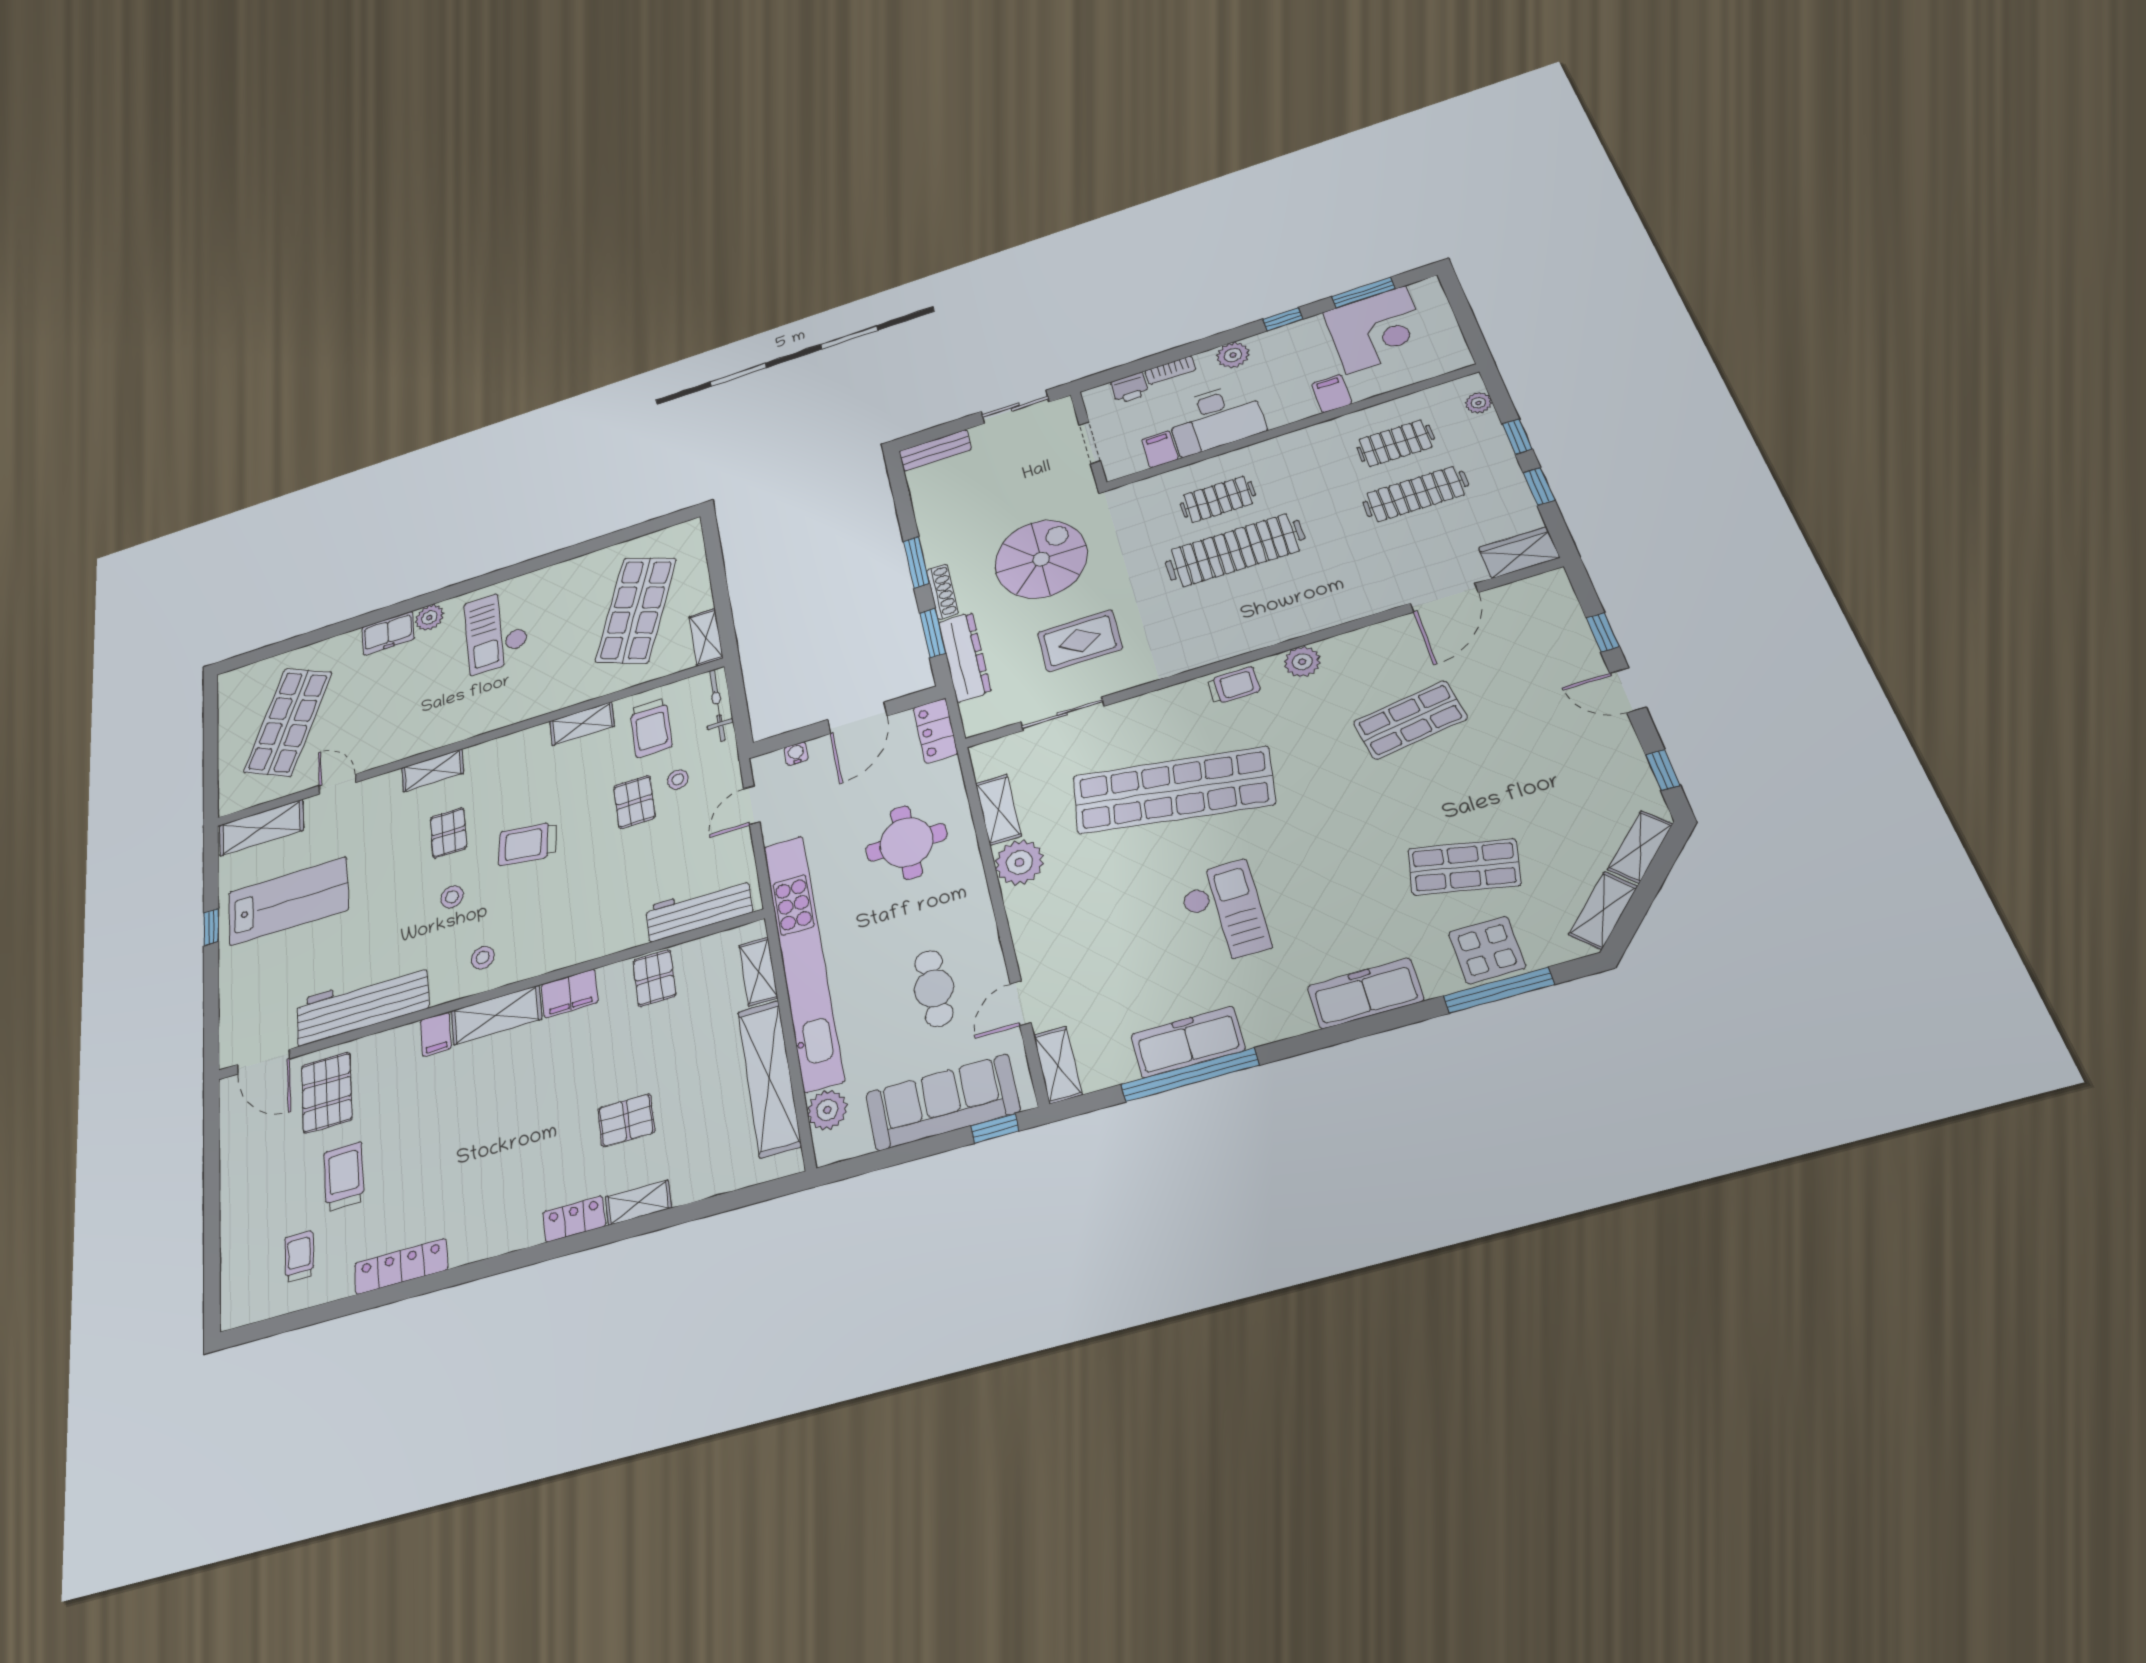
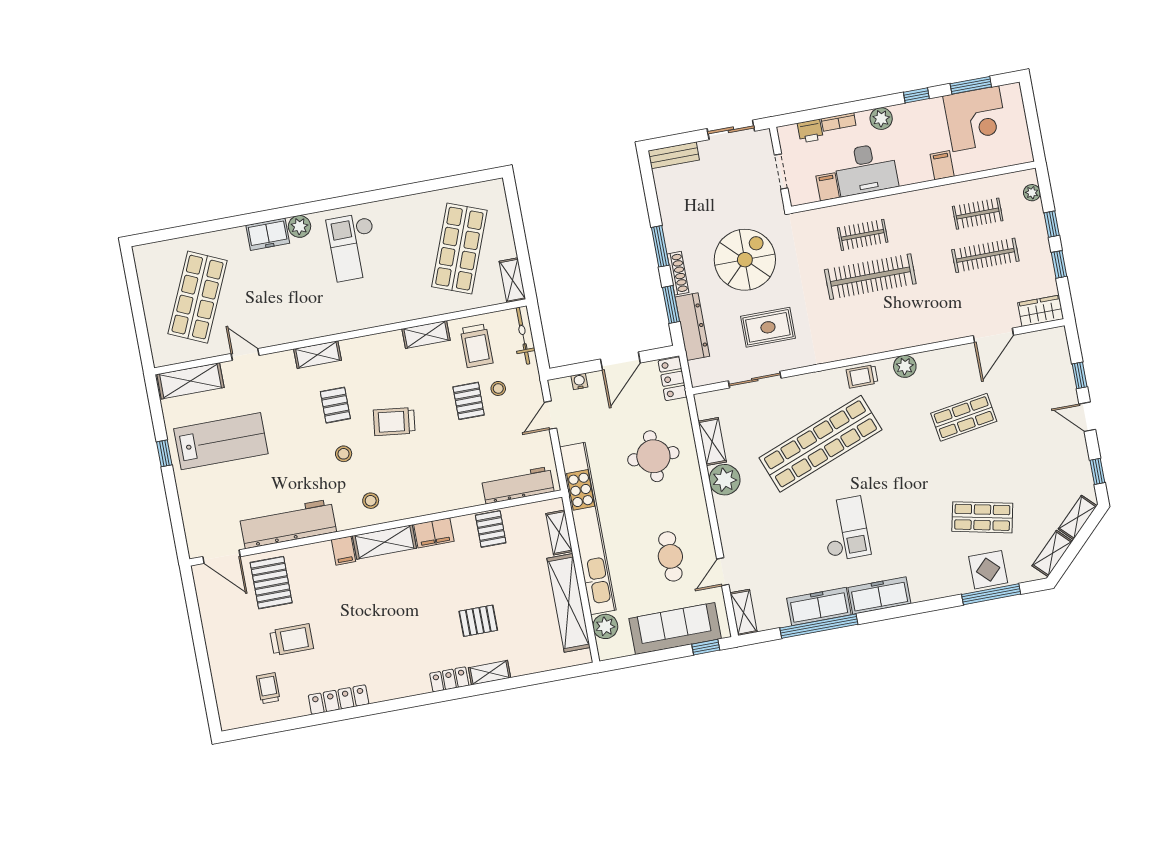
trolley: (1234, 685) -> (862, 376), turned 180
shop shelf: (1173, 790) -> (820, 444), turned -30
freezer: (1365, 993) -> (879, 596), moved
trolley: (344, 1177) -> (292, 640), turned 90

